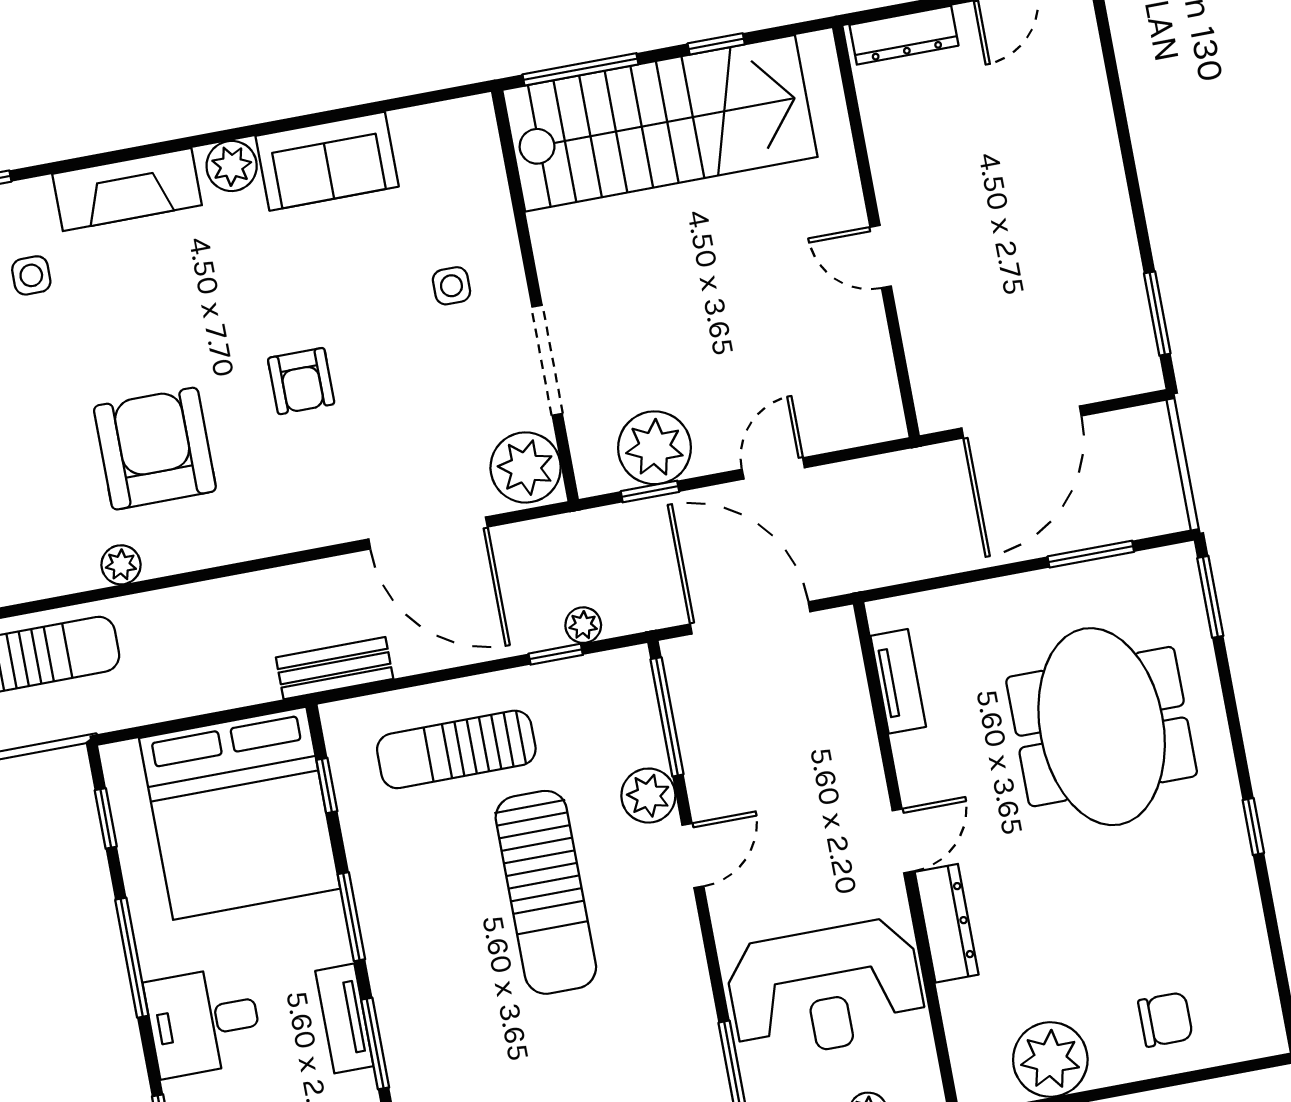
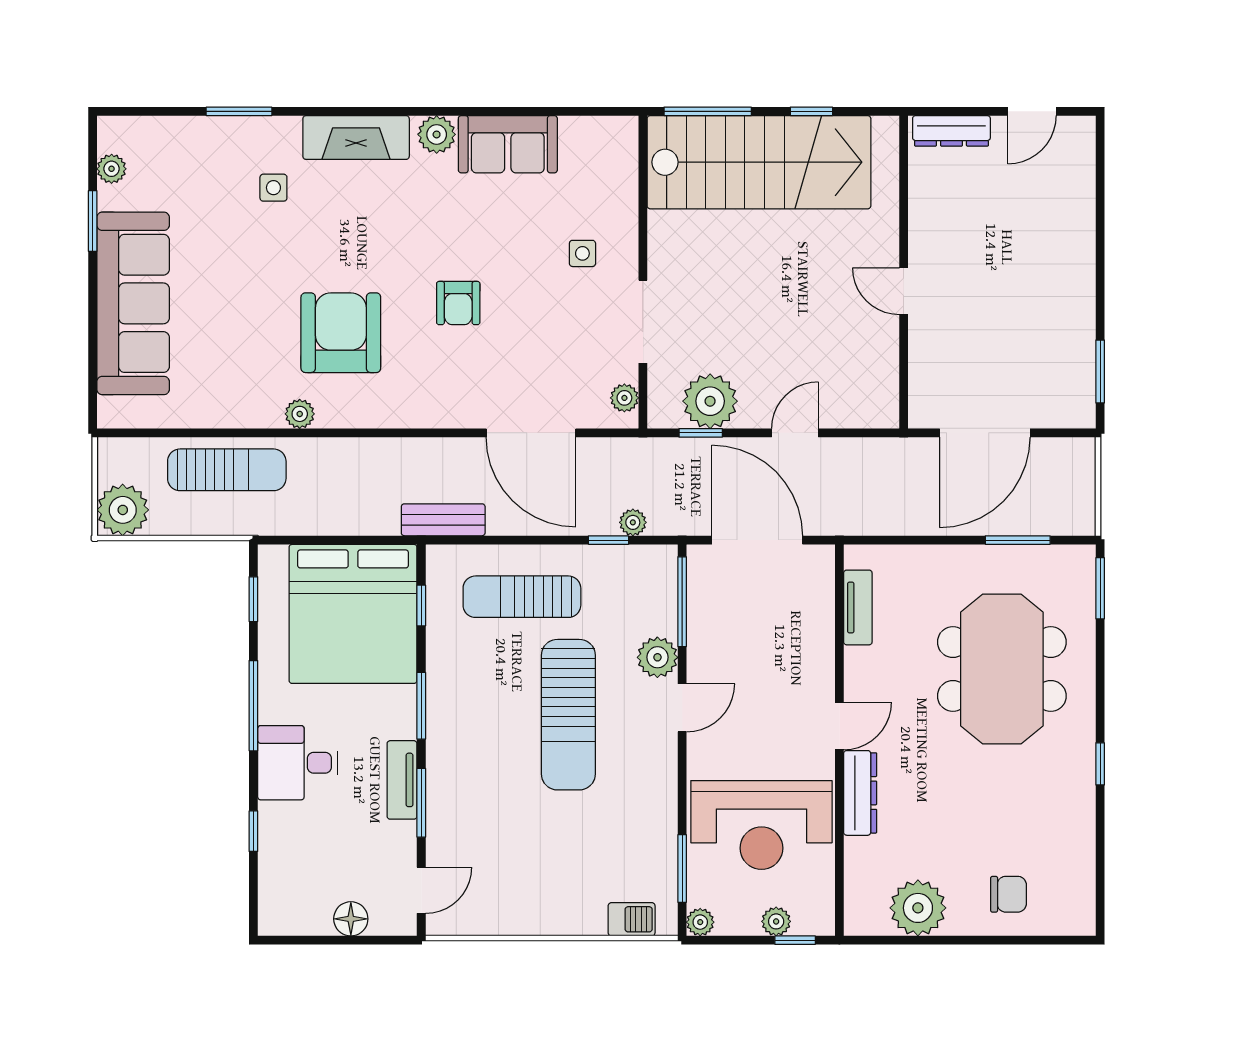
plant: (526, 467) -> (624, 398), width x0.53, depth x0.53

